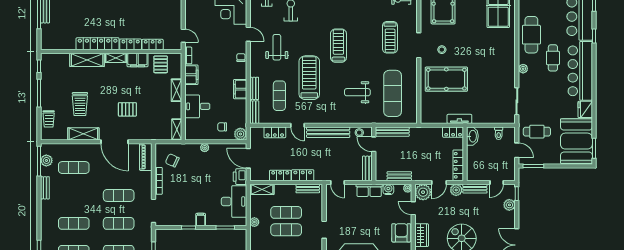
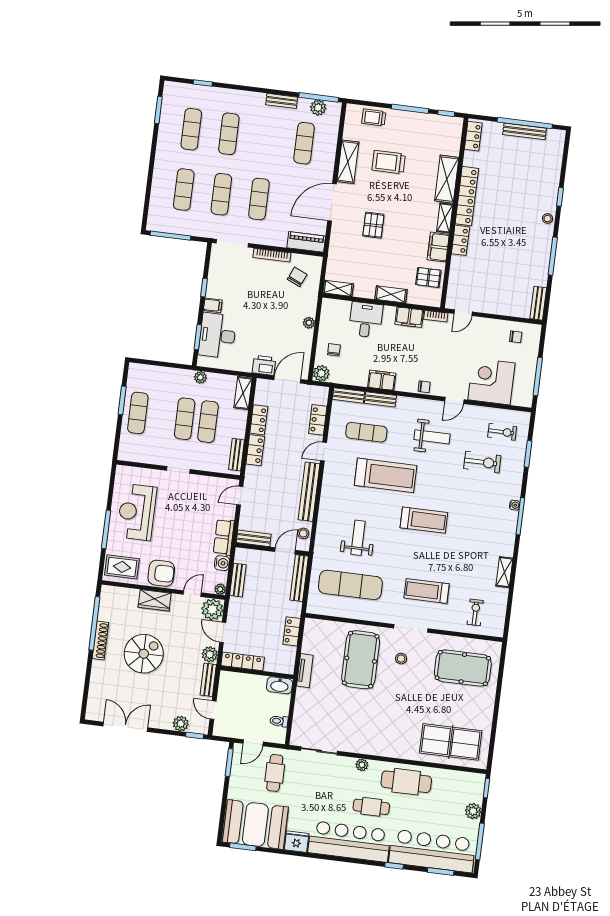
locker: (153, 44) -> (473, 136), moved
locker: (453, 132) -> (292, 631), moved
desk: (234, 201) -> (217, 335), moved, turned 90

